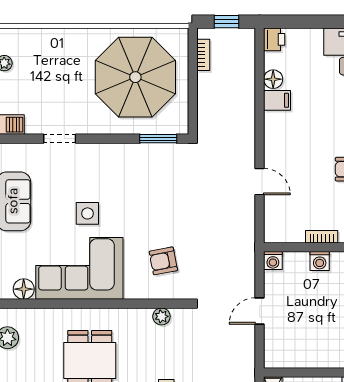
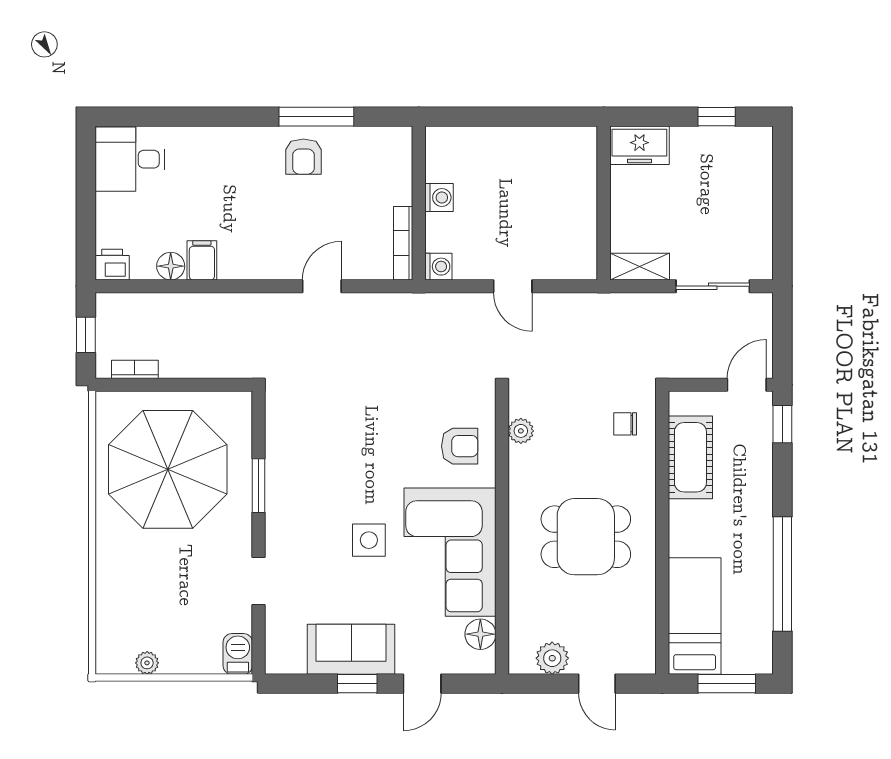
window: (158, 139) -> (259, 486), moved
bookcase: (322, 237) -> (403, 243), moved, width x1.56
armchair: (163, 261) -> (460, 446), moved, turned -79

